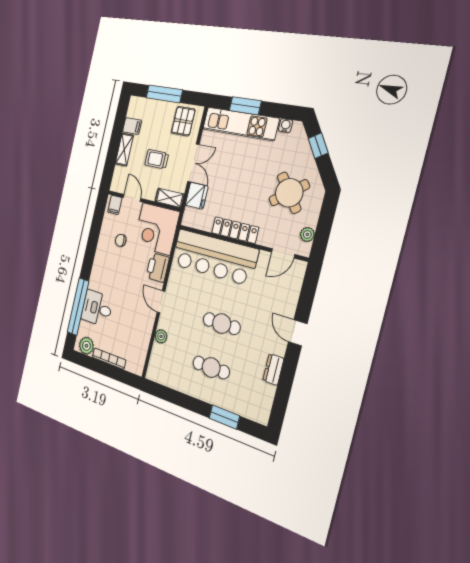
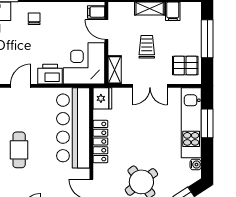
fridge: (197, 196) -> (102, 98), moved, turned -90
door: (132, 198) -> (106, 30), swing flipped
chair: (121, 240) -> (34, 19), moved

